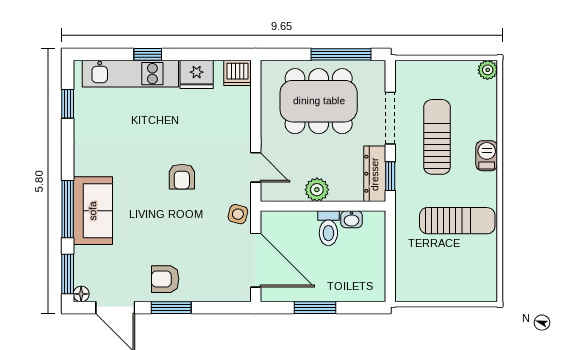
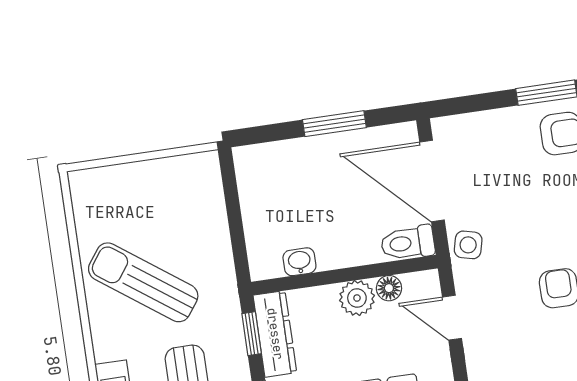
floor lamp: (295, 193) -> (389, 288), added
sun lounger: (457, 221) -> (143, 282), turned 36
toilet: (328, 228) -> (408, 243), moved, turned -90

